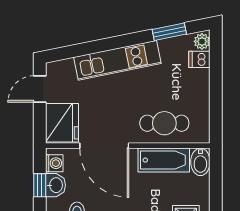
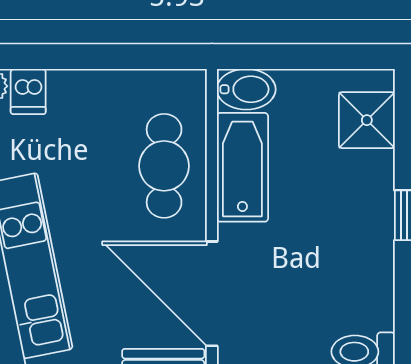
door: (104, 146) -> (212, 294), swing flipped

